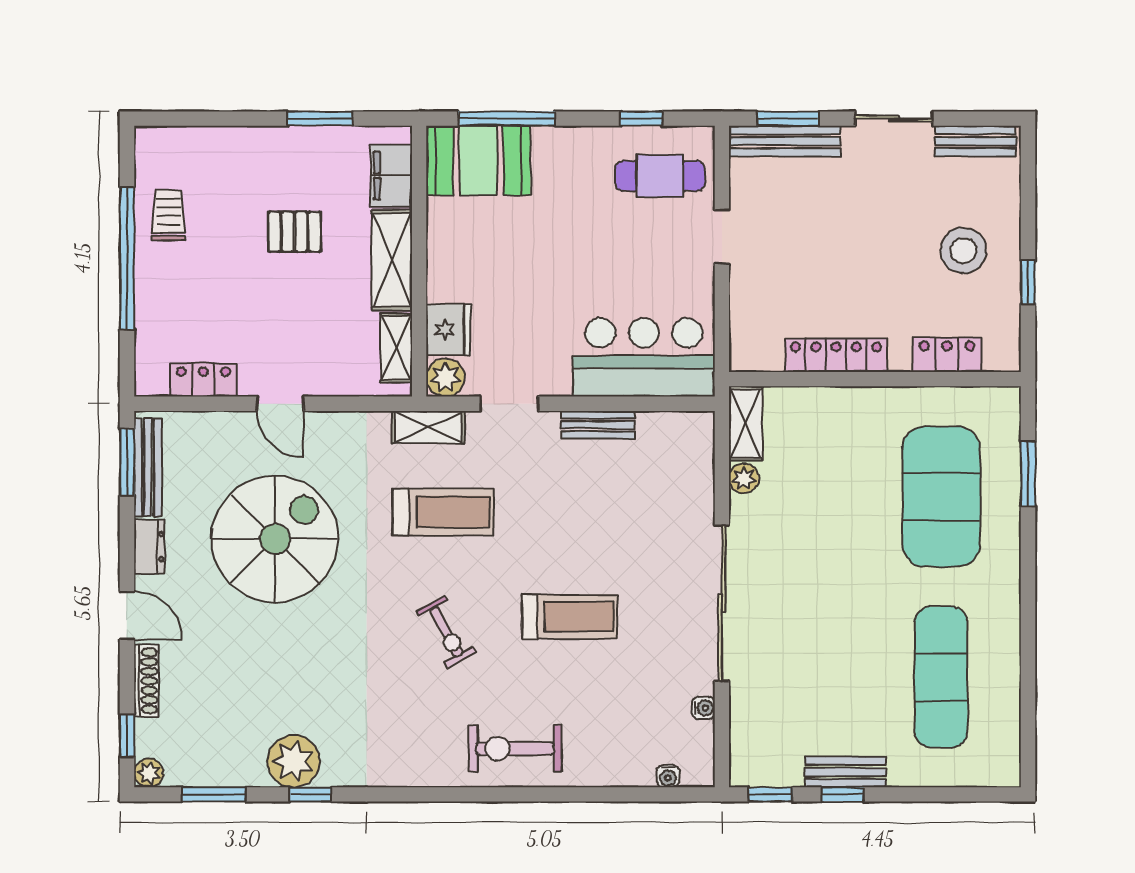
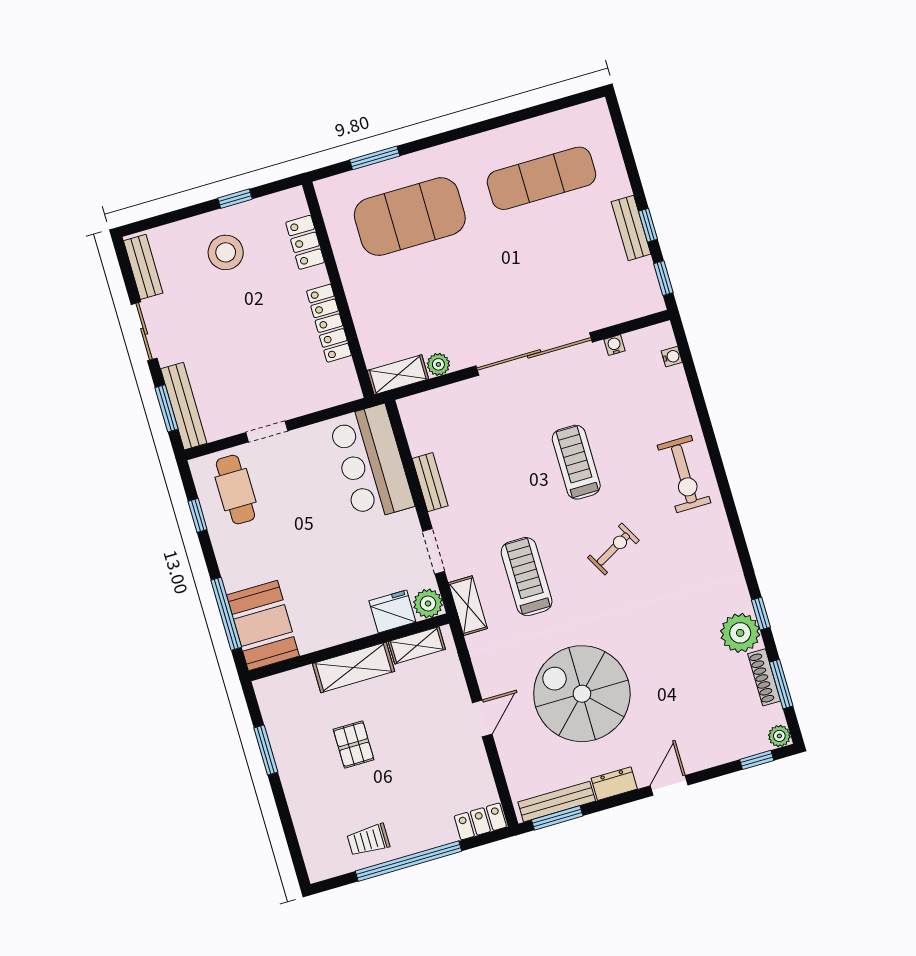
filing cabinet: (391, 176) -> (292, 686), removed
locker: (203, 380) -> (480, 821), moved, turned 90
shoe rack: (146, 681) -> (764, 677), moved, turned -90

